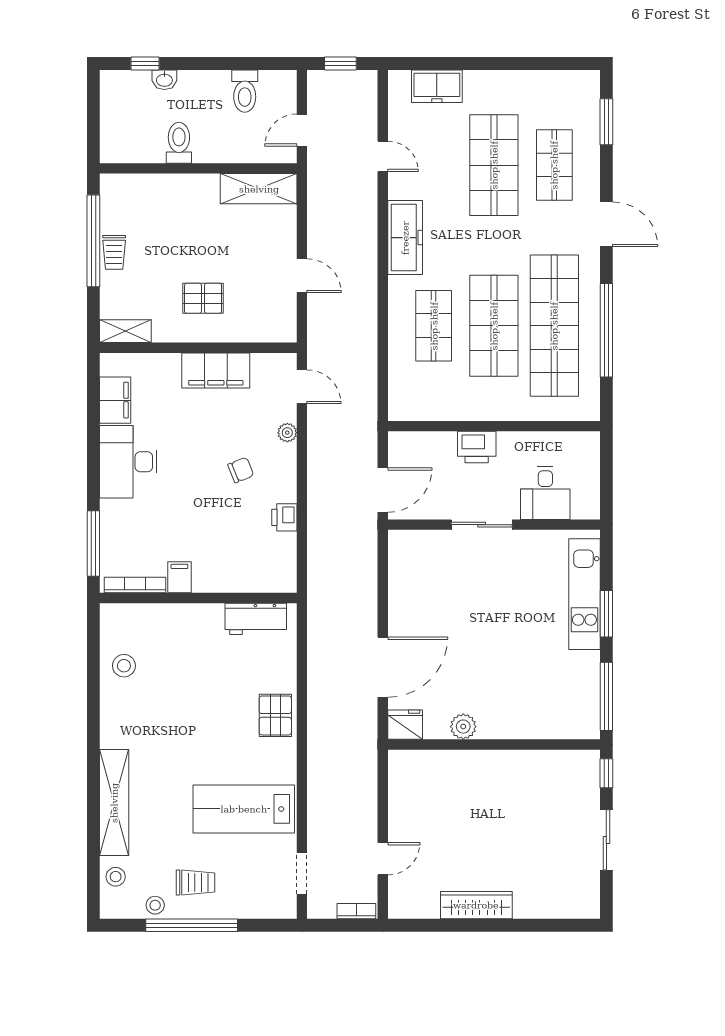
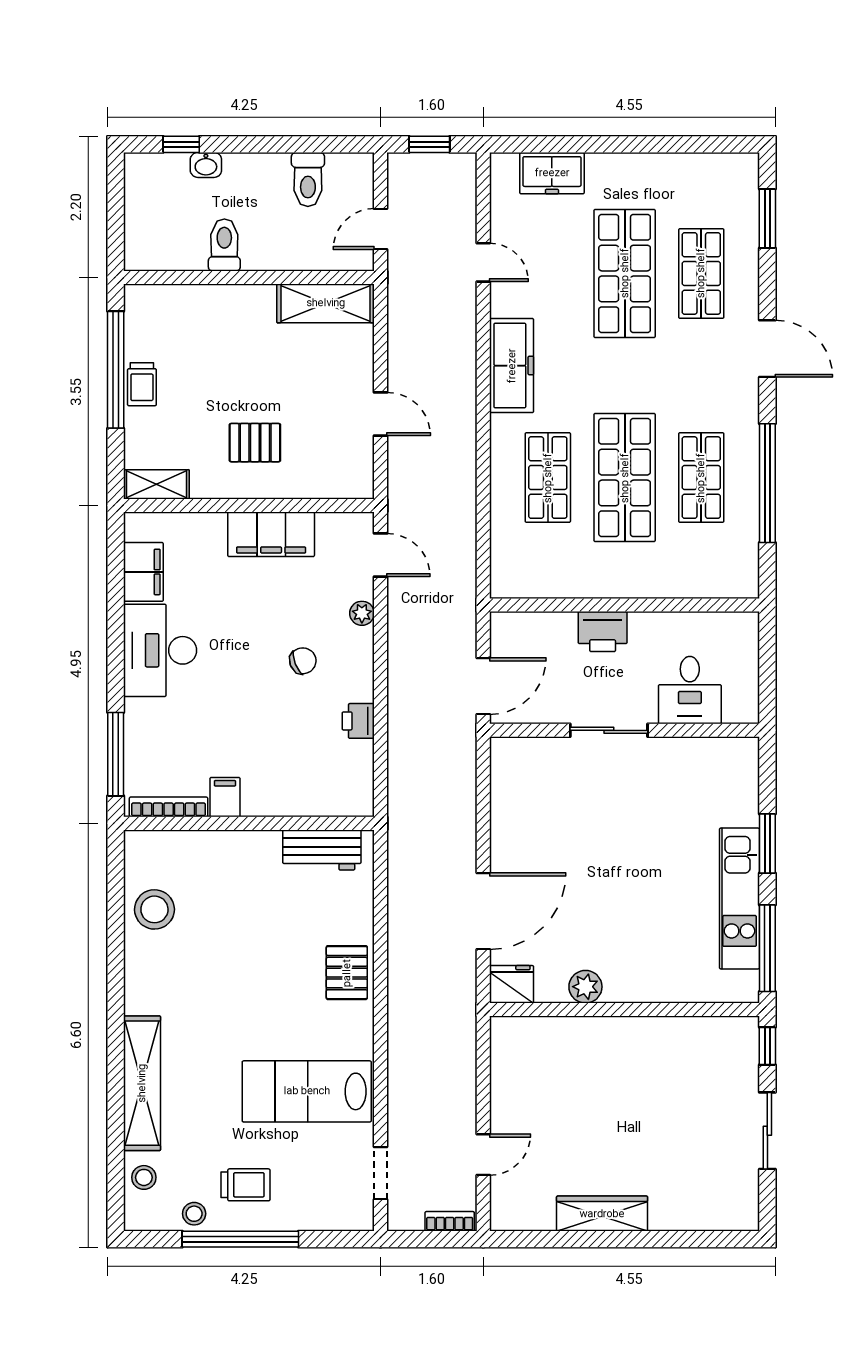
shop shelf: (554, 326) -> (701, 478), width x0.50, depth x0.74
kitchen unit: (584, 594) -> (739, 898), moved
stool: (124, 666) -> (154, 909), width x1.38, depth x1.38

